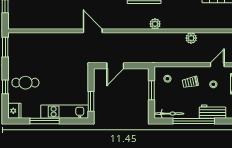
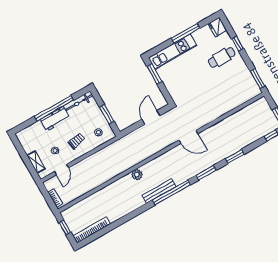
plant: (191, 38) -> (98, 180), removed
workbench: (213, 112) -> (55, 119), moved

